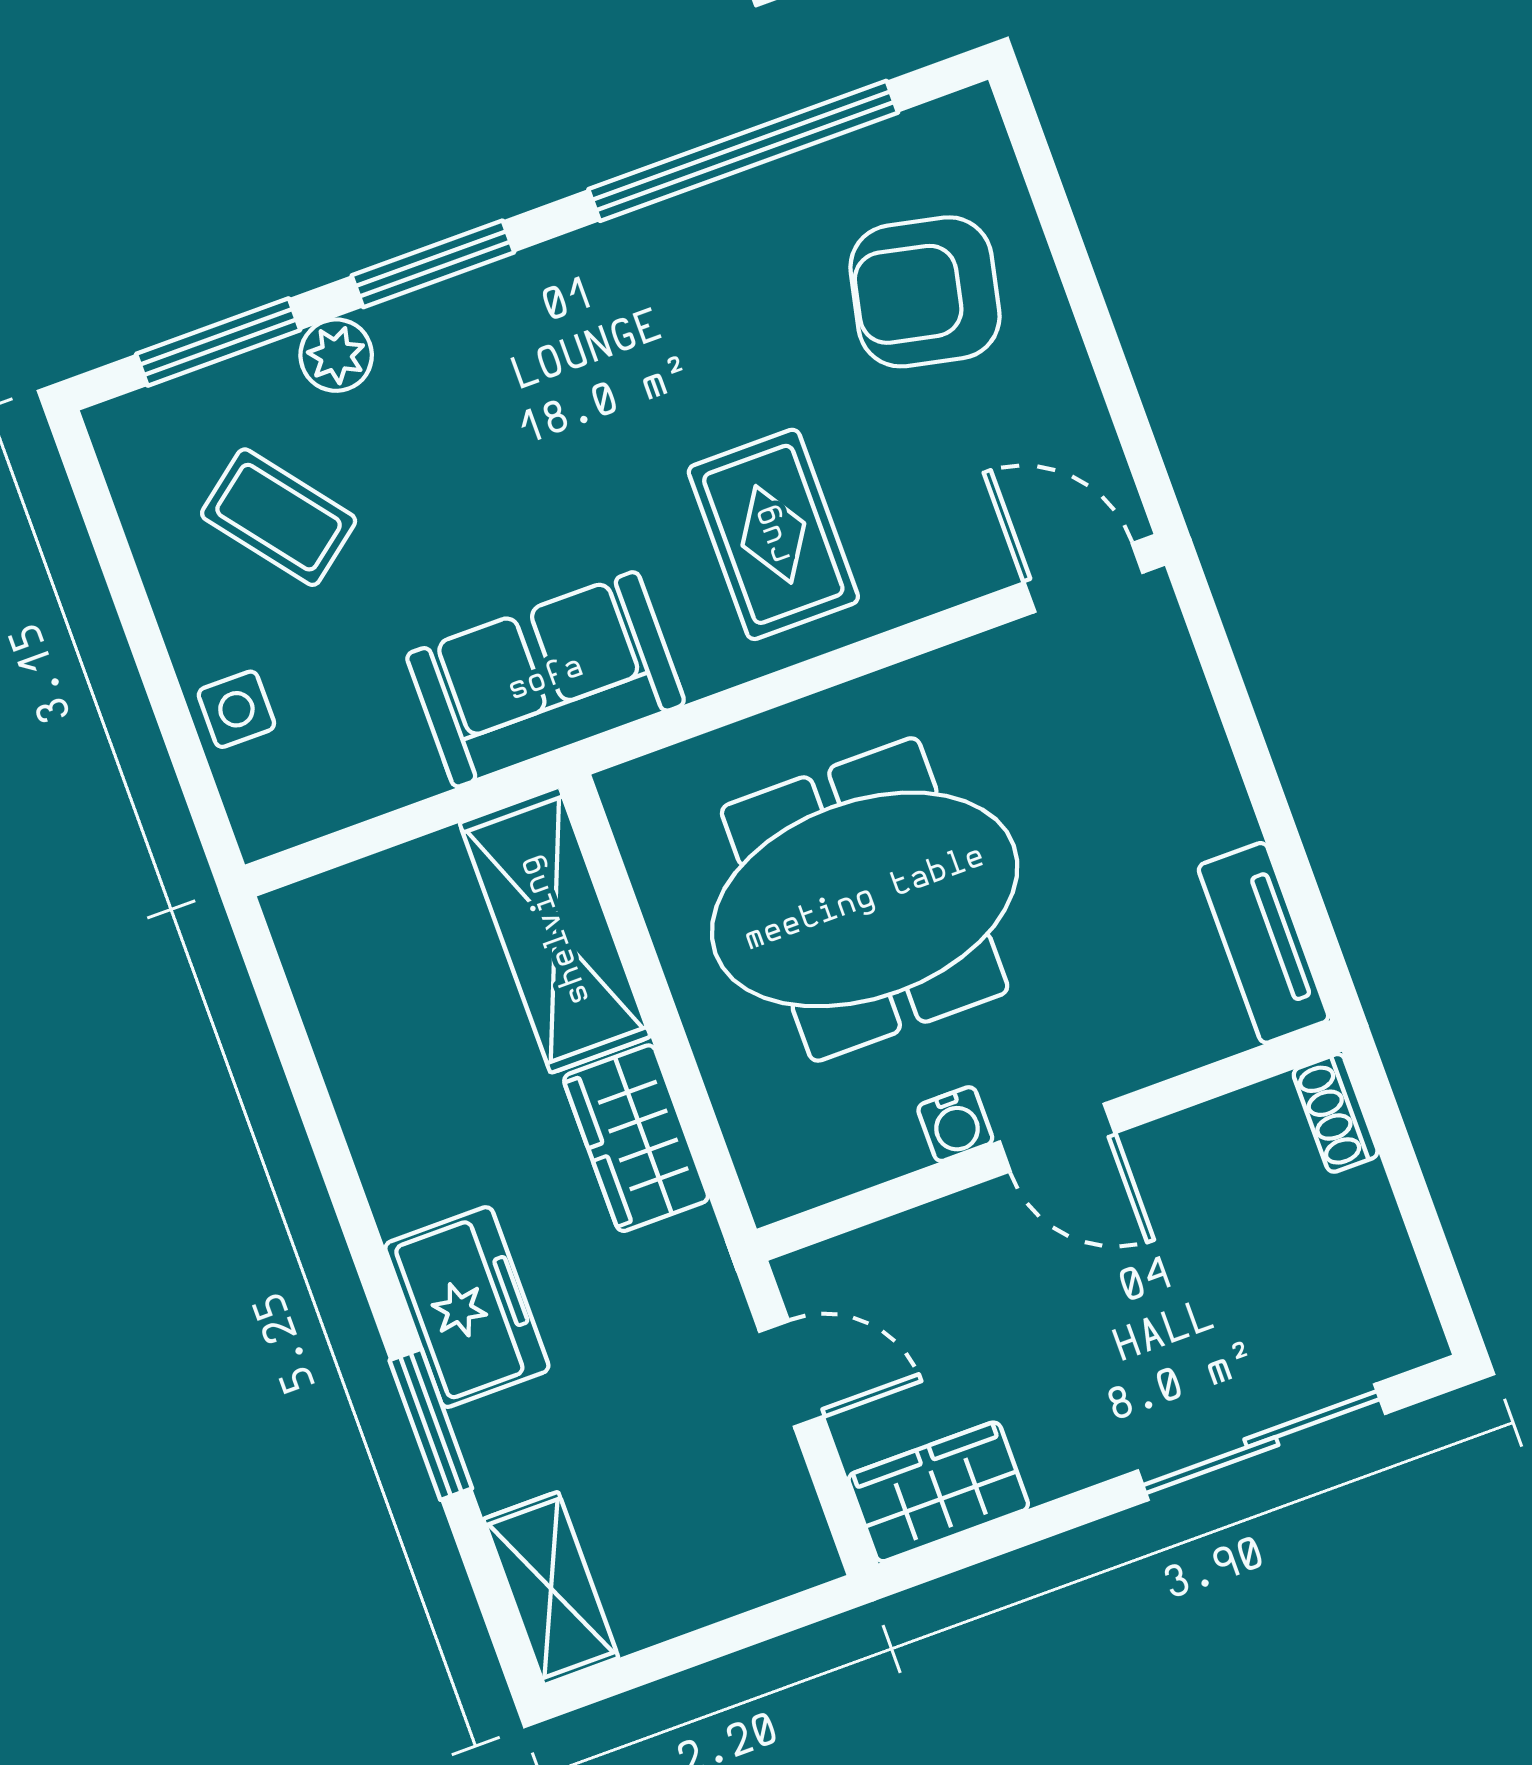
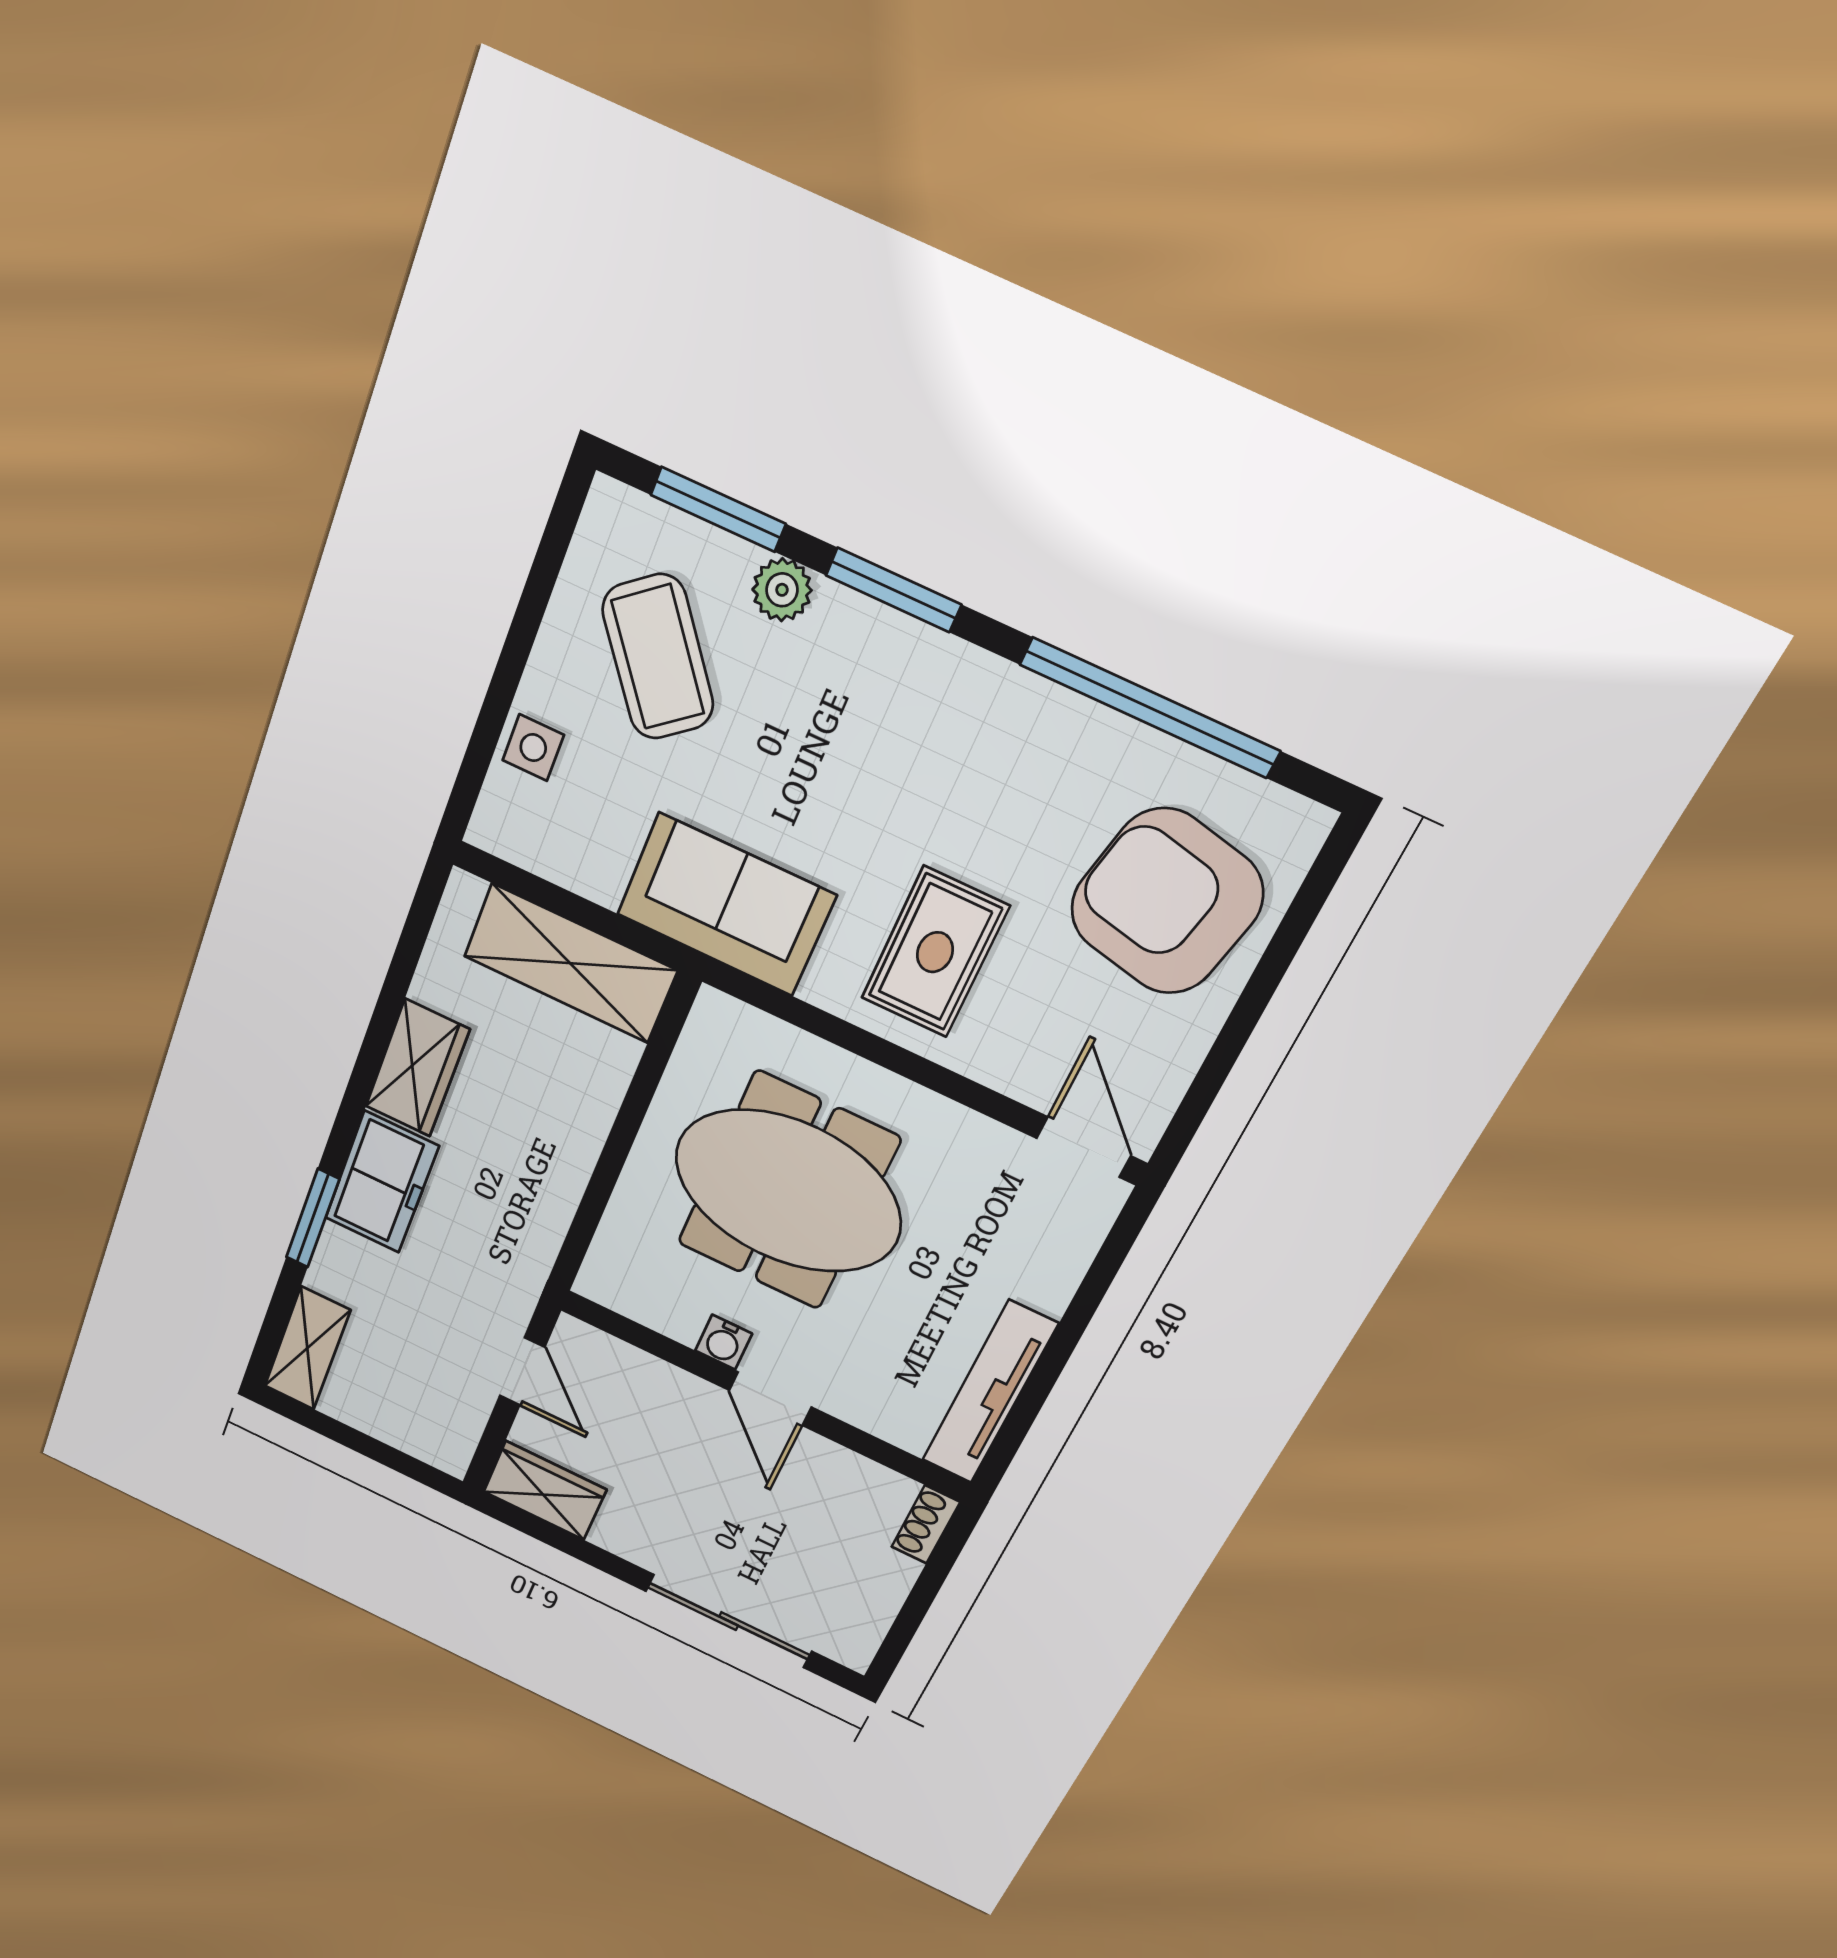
armchair: (925, 292) -> (1167, 902), width x1.36, depth x1.36
coffee table: (279, 517) -> (658, 657), width x1.36, depth x1.30
shelving: (555, 930) -> (570, 963), moved, turned 90
tv unit: (1264, 943) -> (990, 1393), width x1.41
wardrobe: (636, 1138) -> (417, 1068), moved, turned 180

